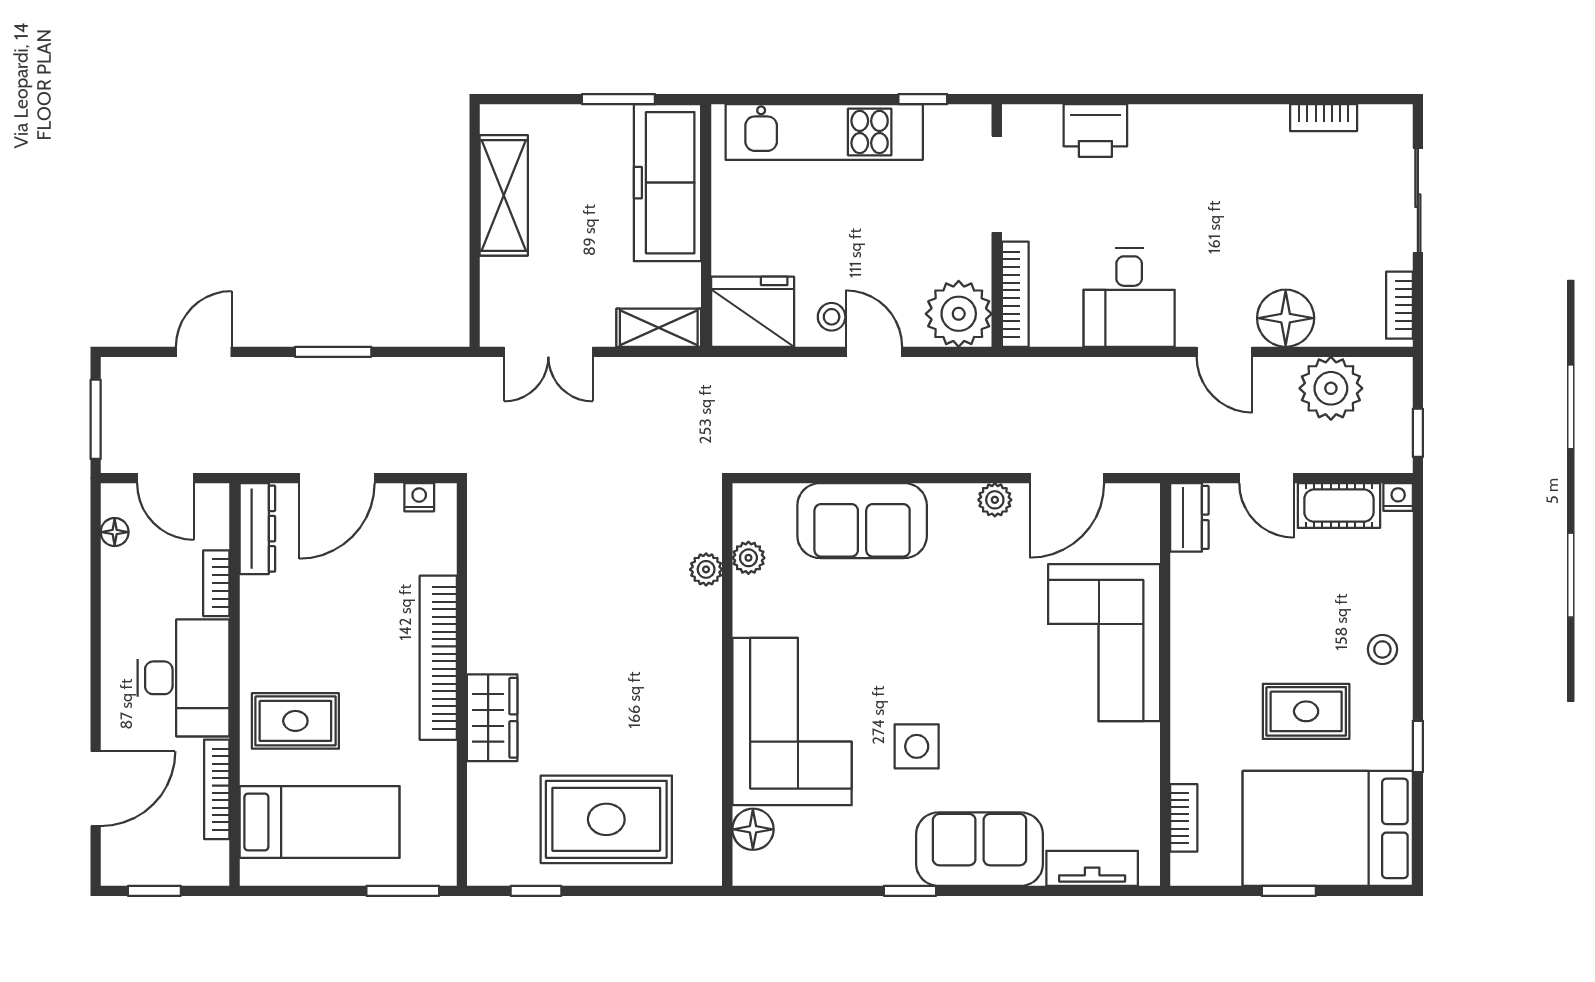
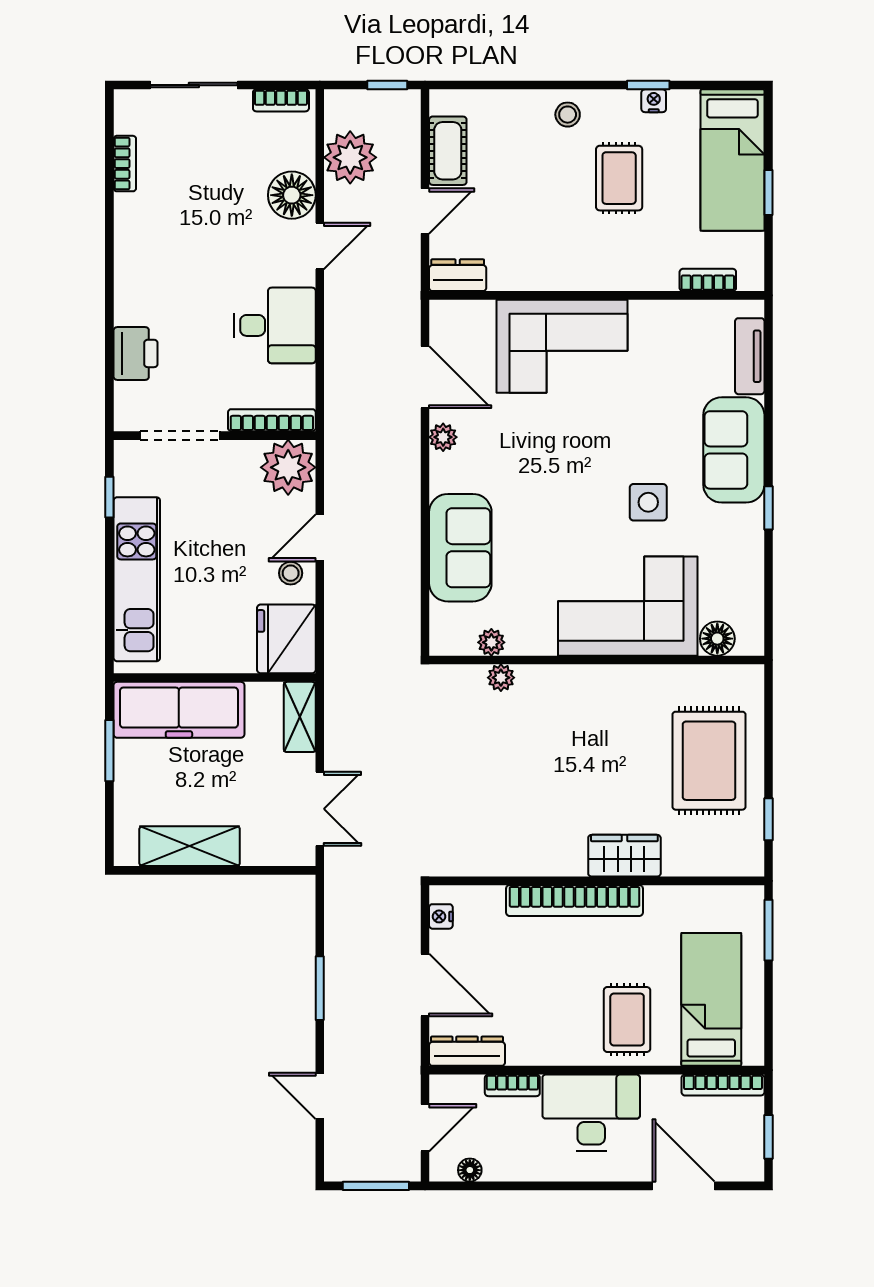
nightstand: (1398, 497) -> (654, 101), moved, turned 90
bookcase: (217, 789) -> (723, 1085), moved
bed: (1328, 828) -> (732, 160), width x0.67

